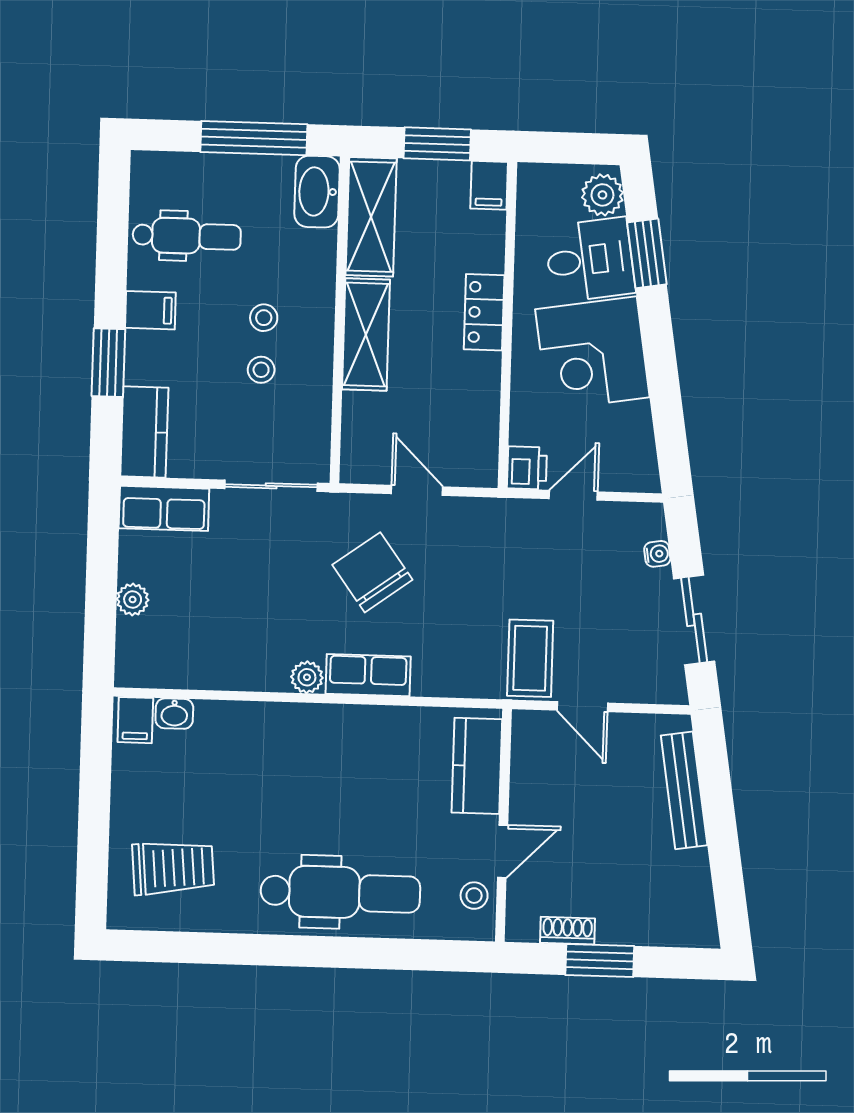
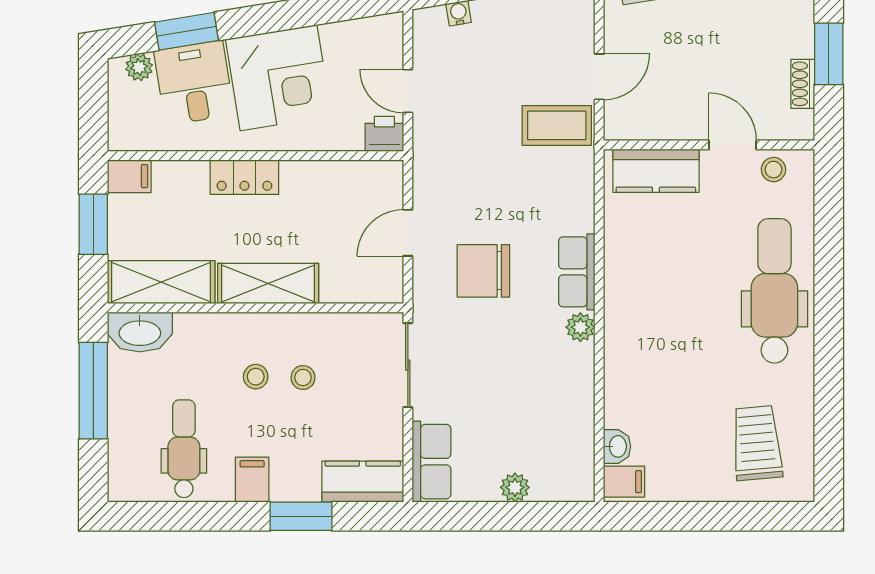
plant: (602, 195) -> (139, 67), width x0.73, depth x0.73
chair: (372, 572) -> (483, 271), turned 36

